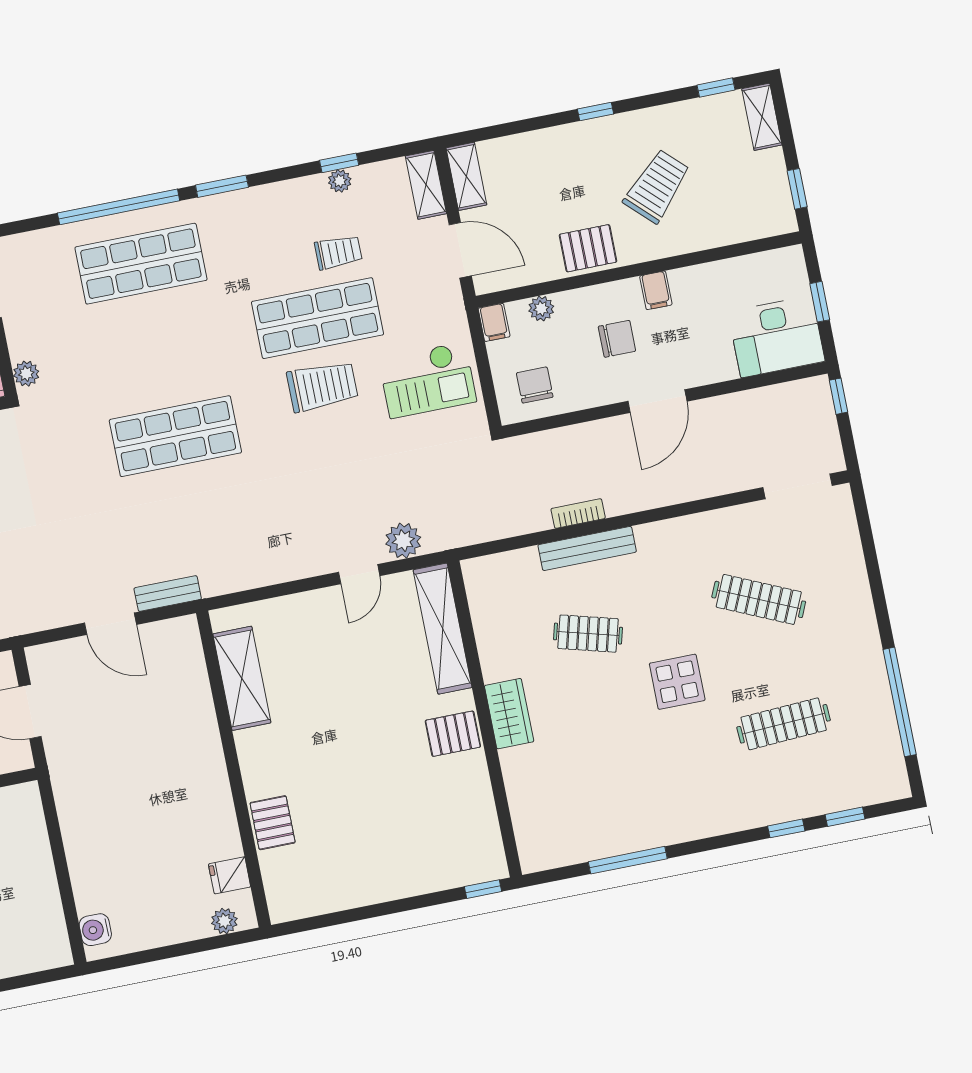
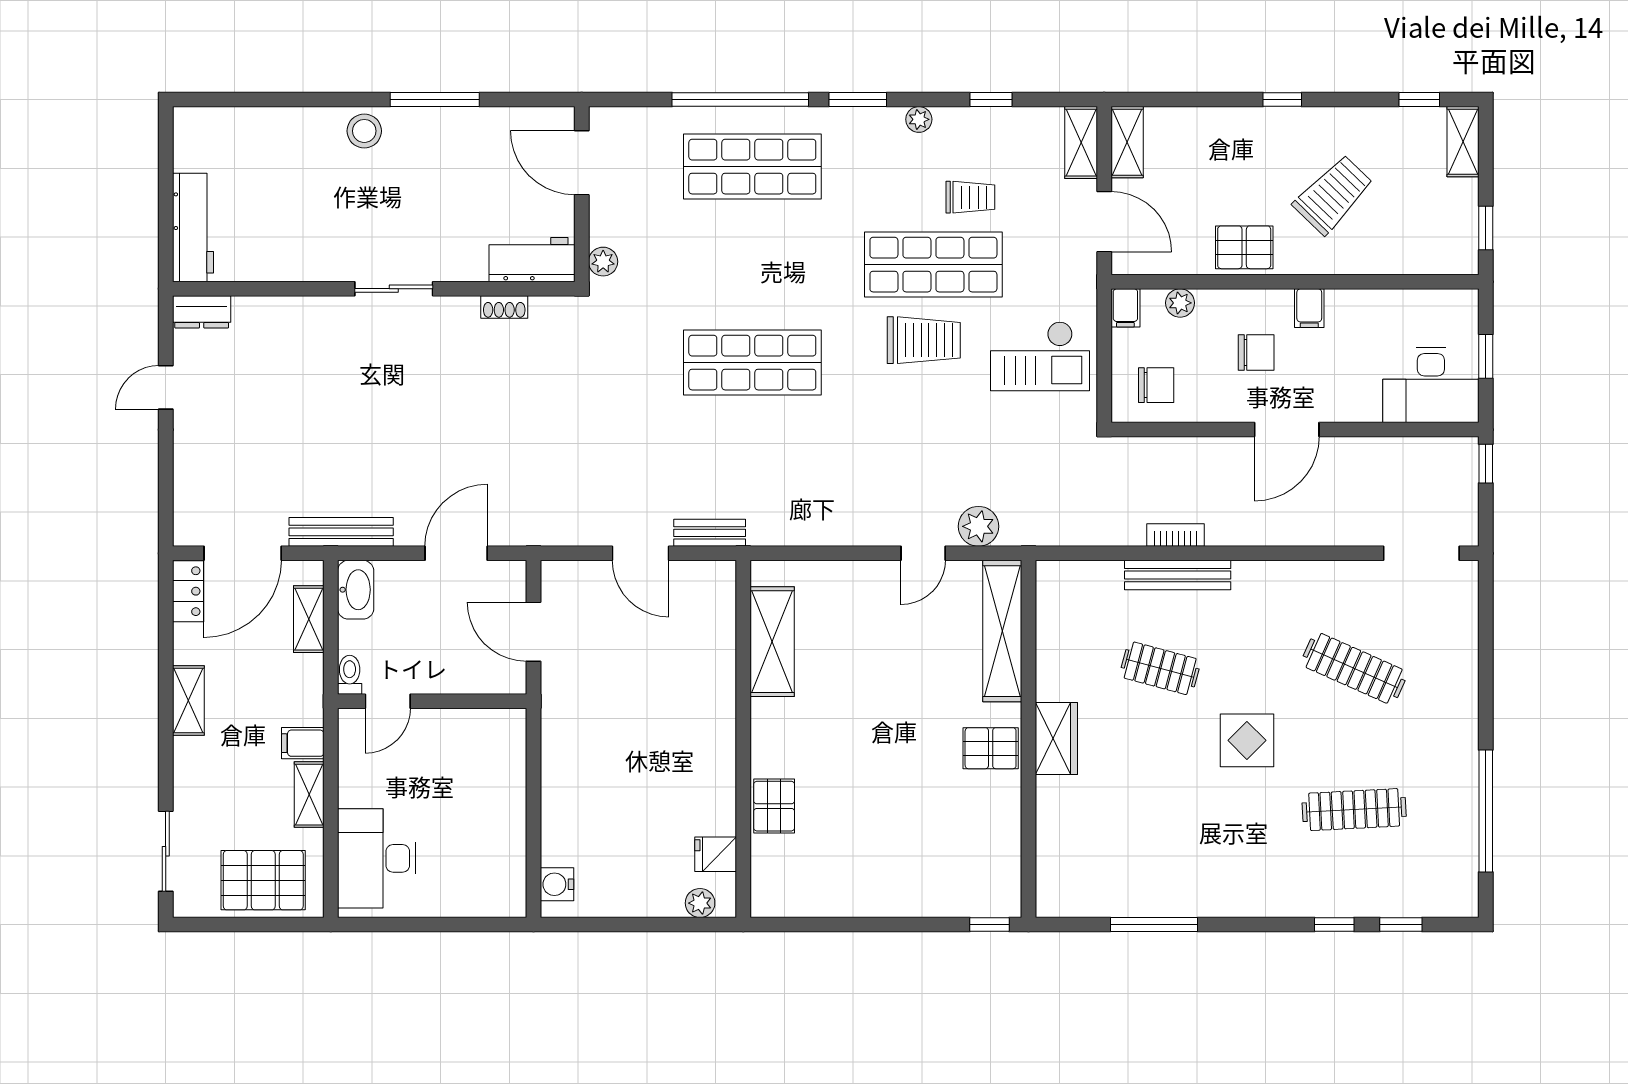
plant: (340, 181) -> (919, 119), moved
chair: (535, 385) -> (1156, 385), turned 90

